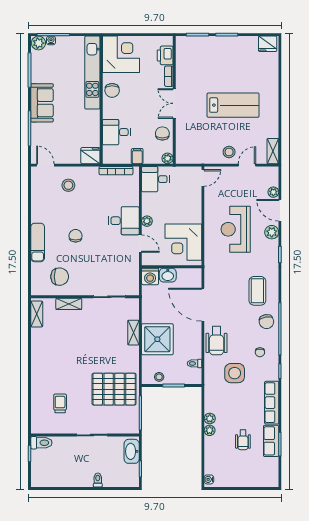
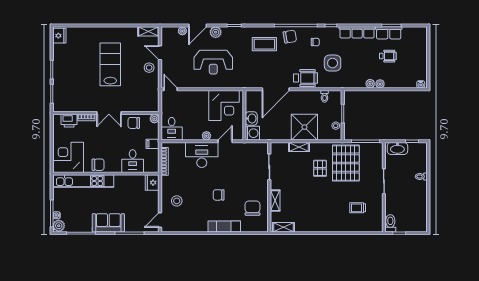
desk: (124, 221) -> (202, 155), width x1.37
pallet: (108, 358) -> (320, 168), added

